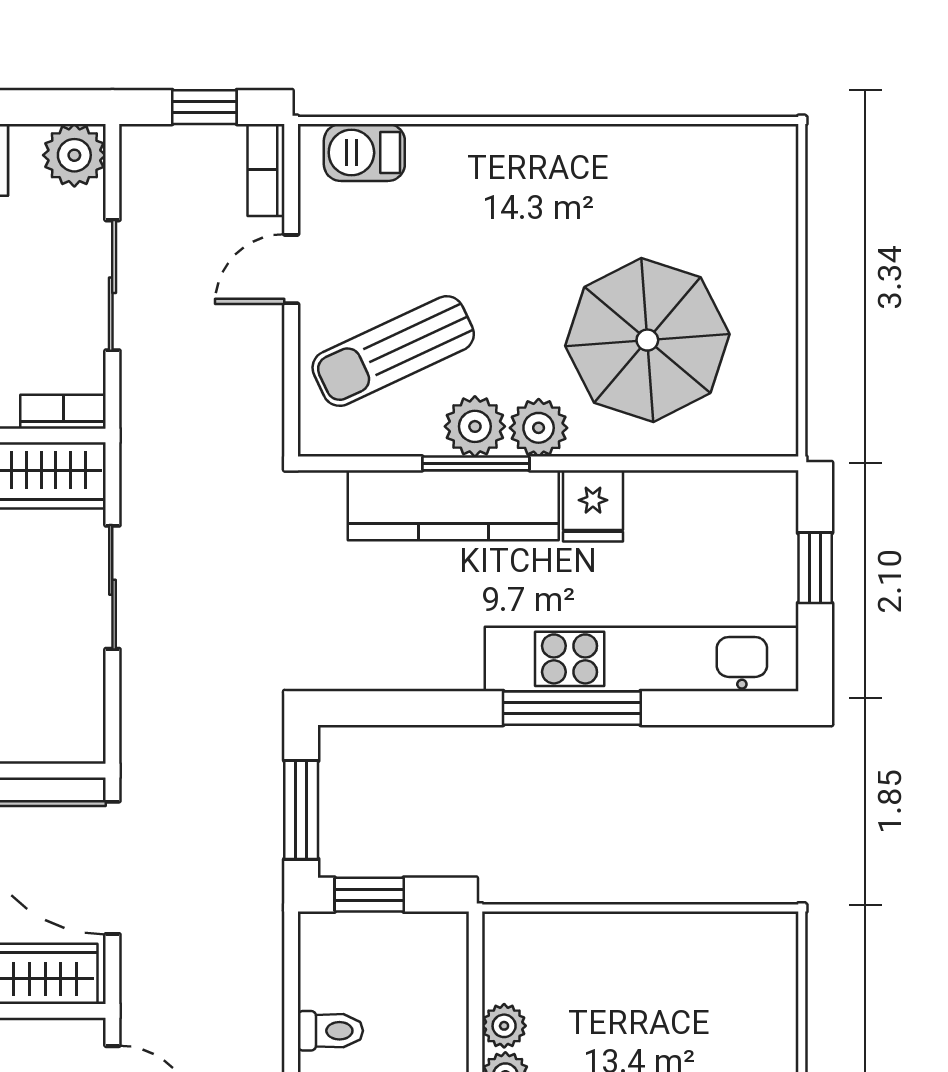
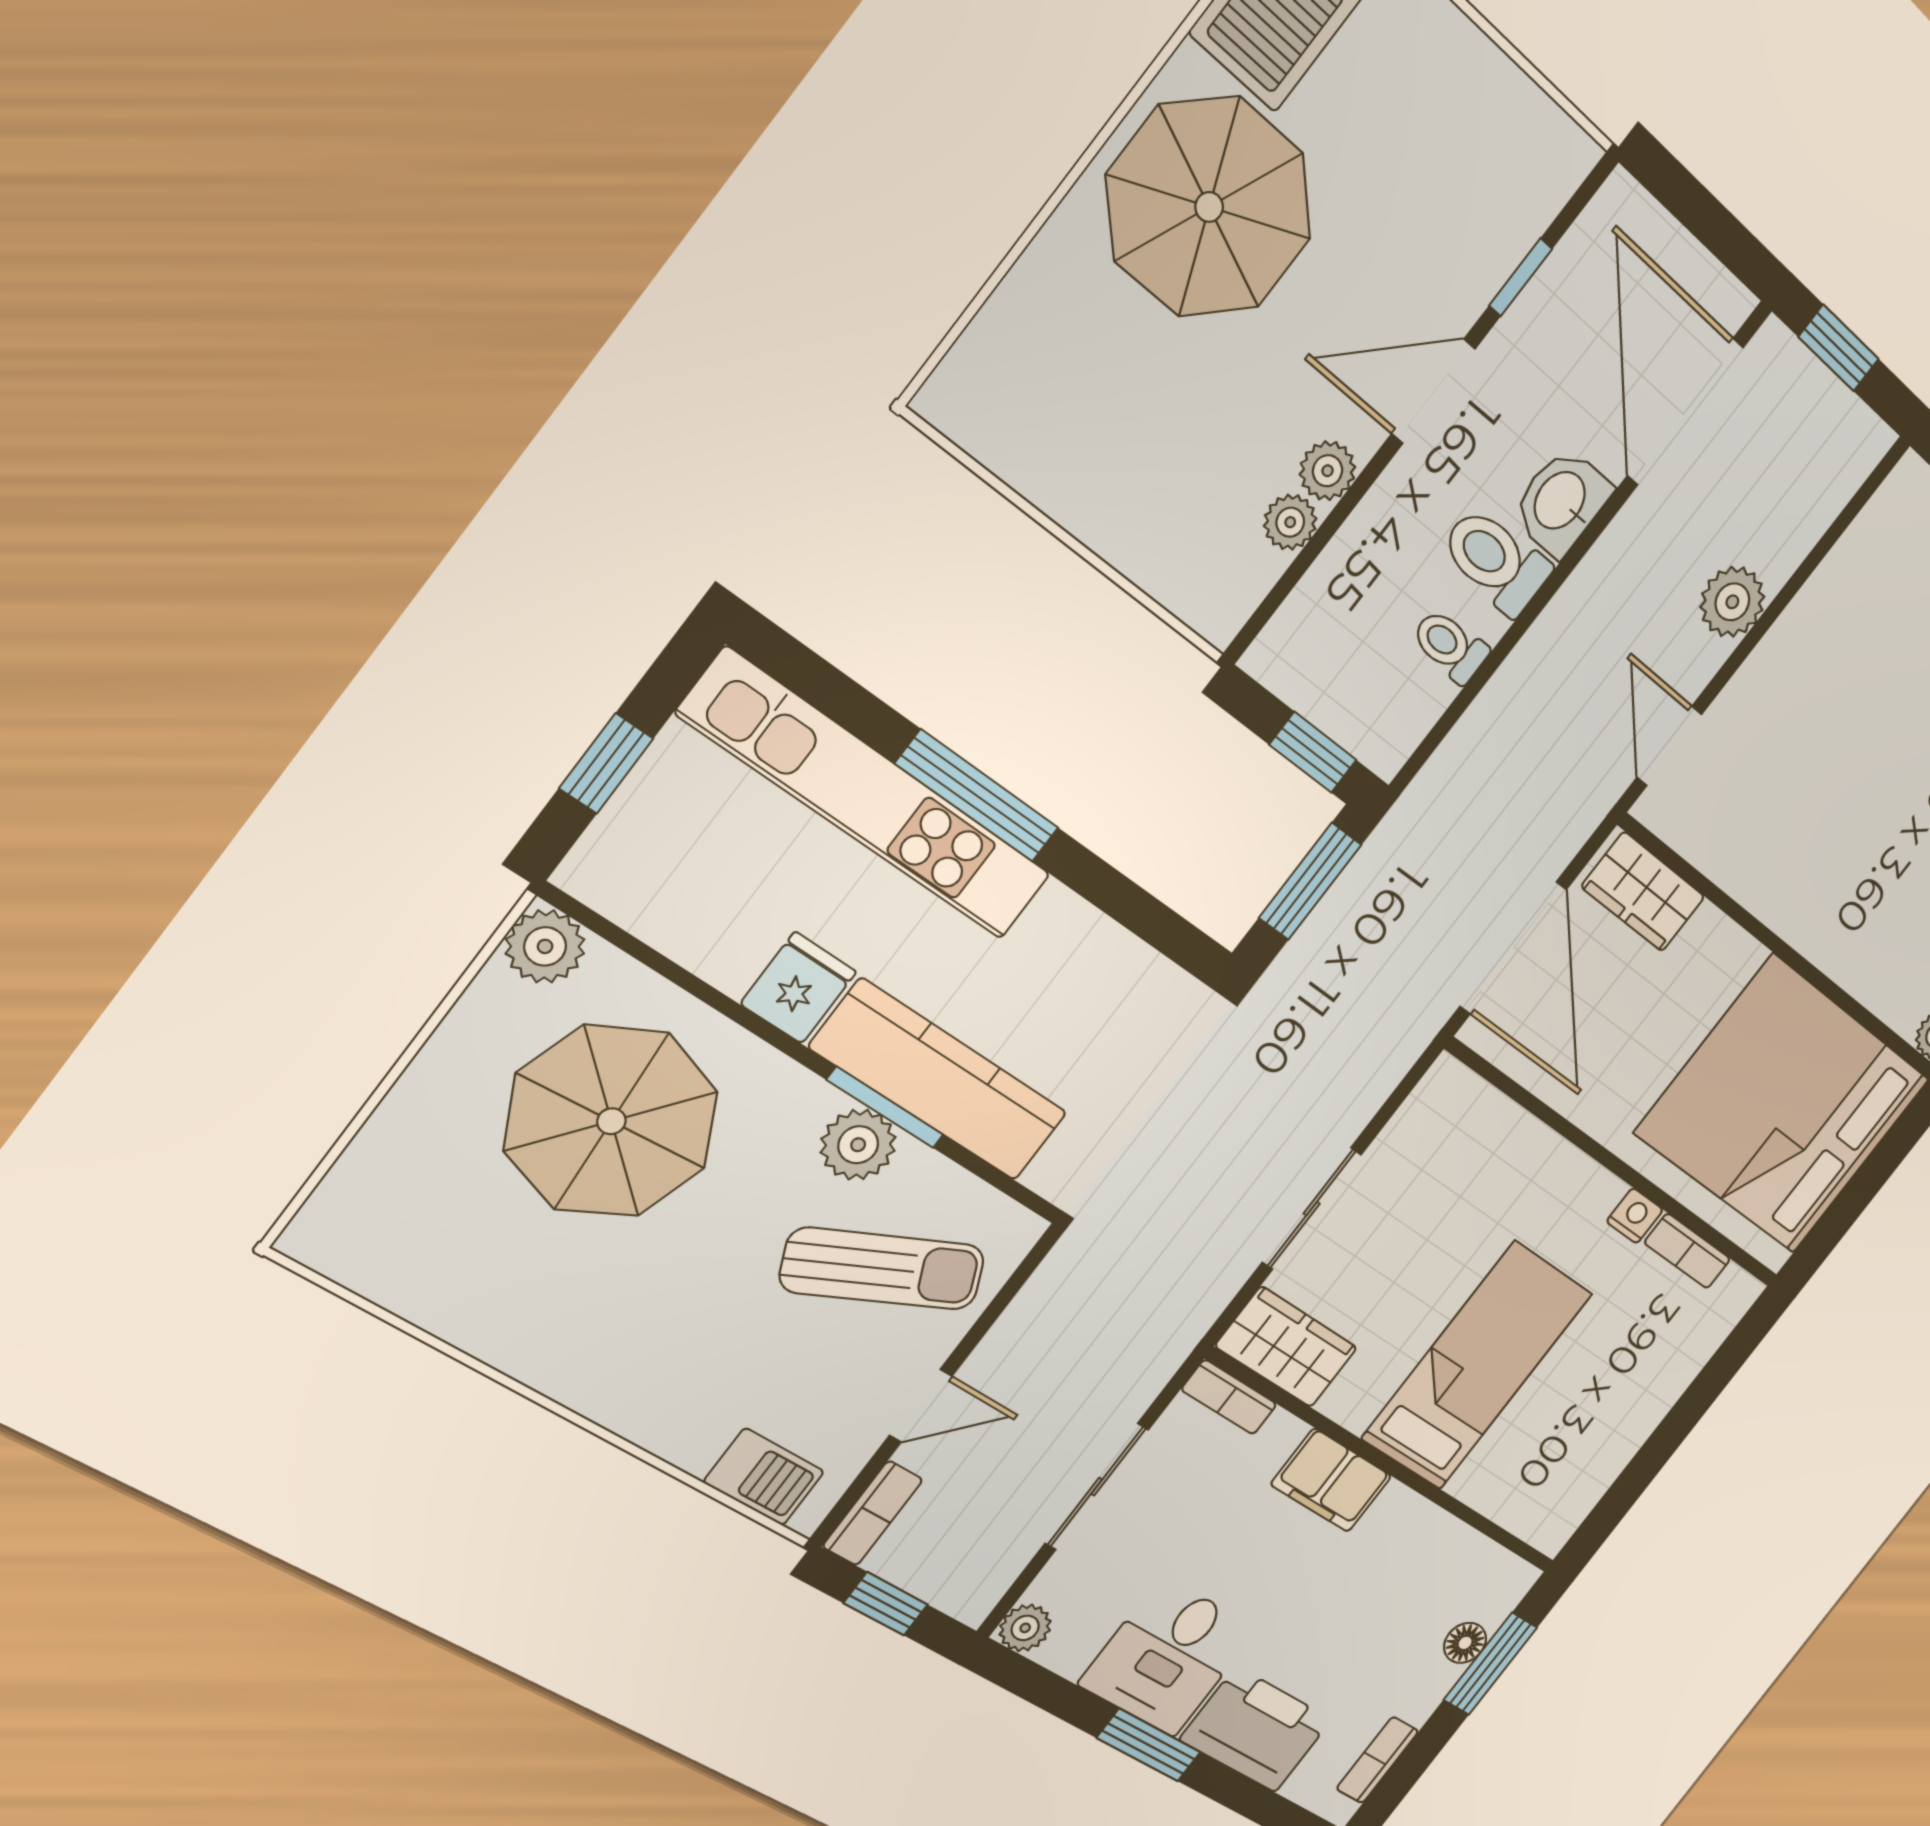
plant: (74, 155) -> (1025, 1628), width x0.73, depth x0.73
plant: (539, 428) -> (545, 946), moved

